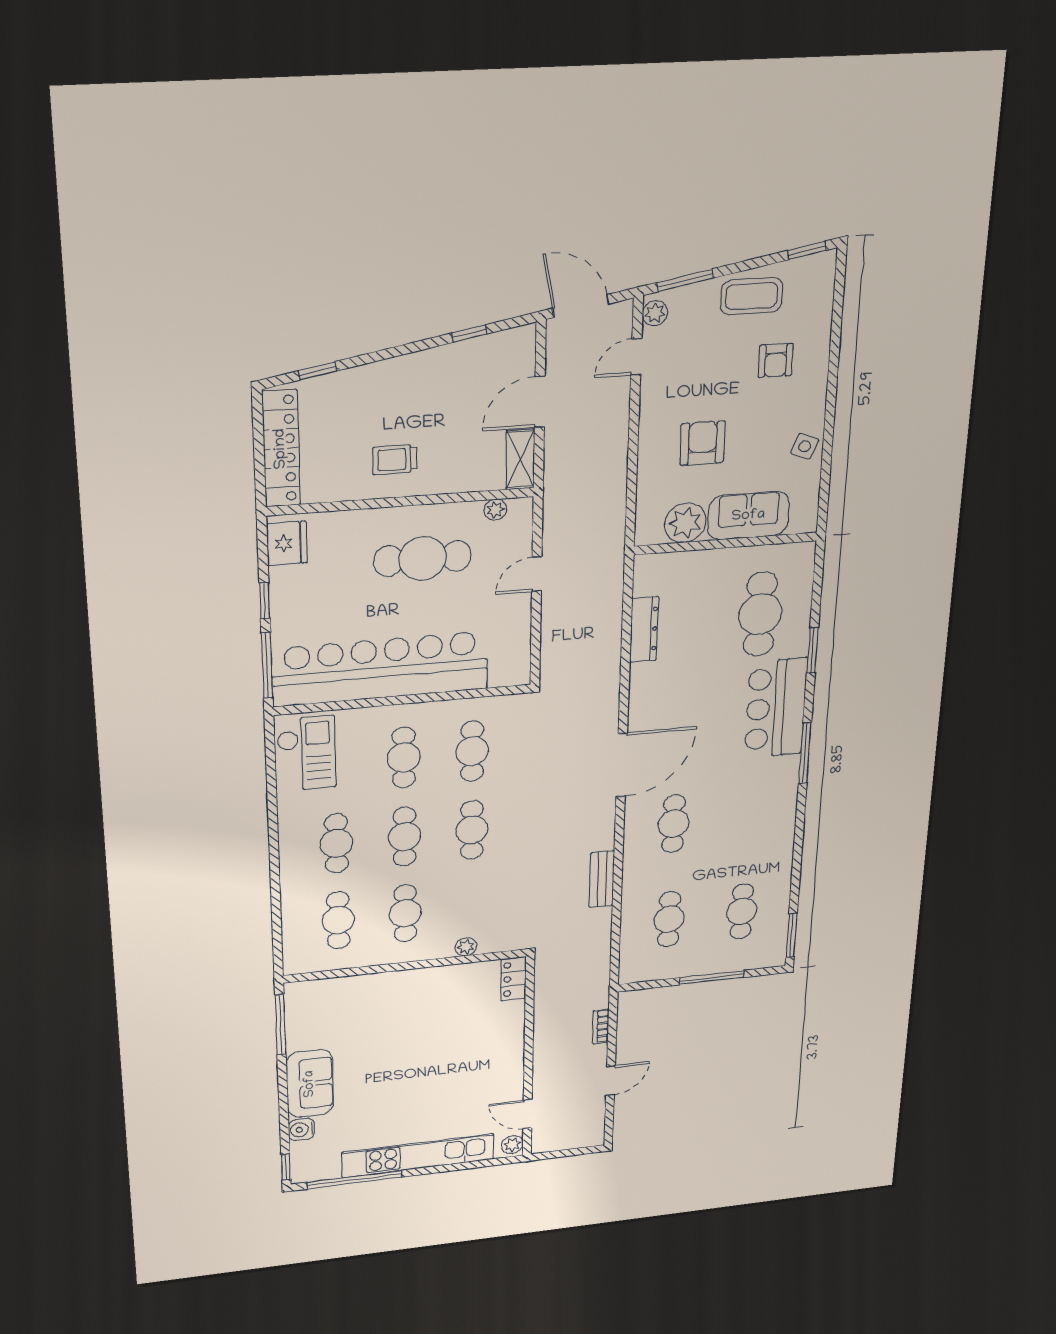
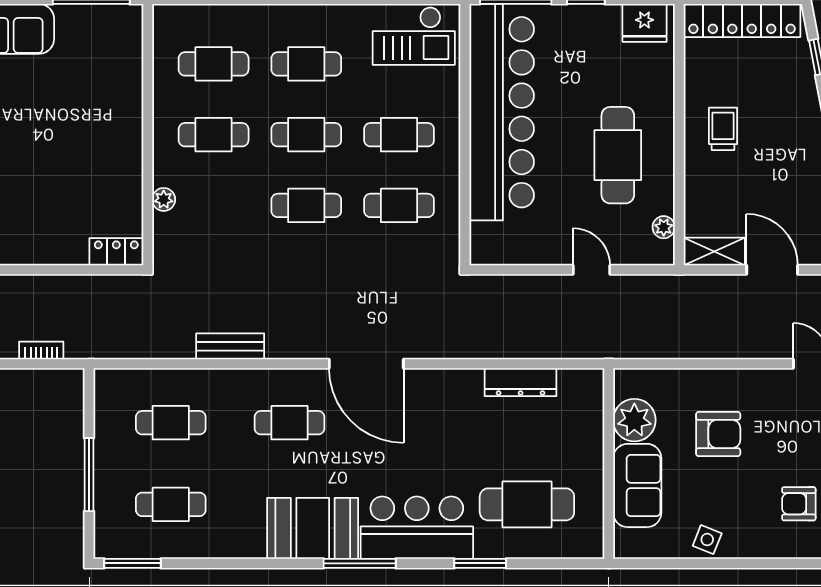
booth: (771, 795) -> (313, 528), added

